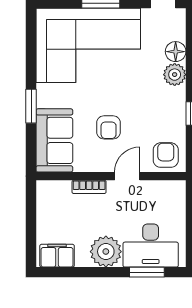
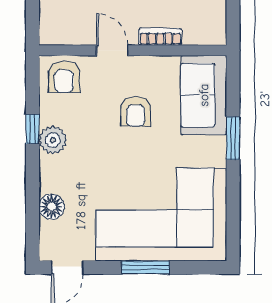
plant: (175, 75) -> (53, 140), moved
armchair: (109, 127) -> (136, 112), turned 180
door: (127, 176) -> (112, 50), swing flipped

